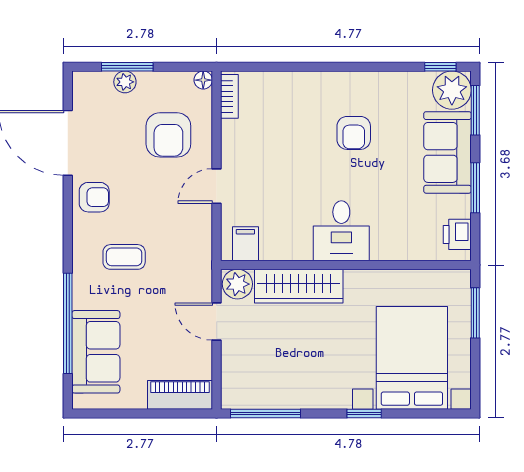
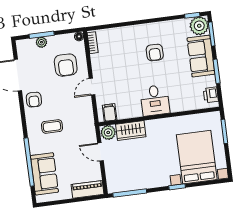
armchair: (94, 197) -> (34, 100), turned 92
wardrobe: (299, 286) -> (131, 131), width x0.67

